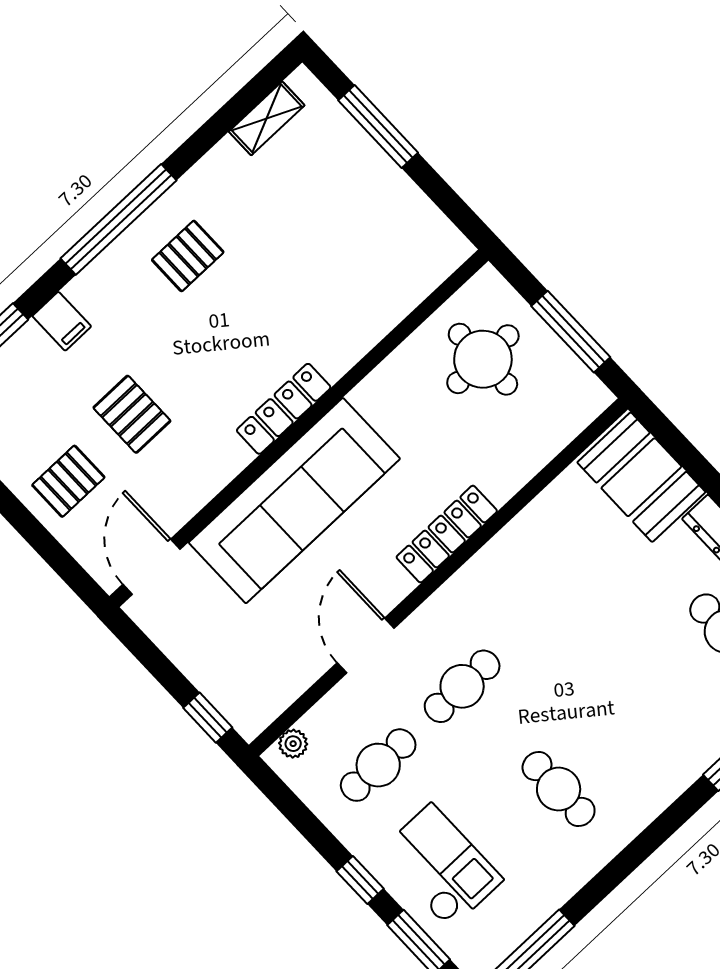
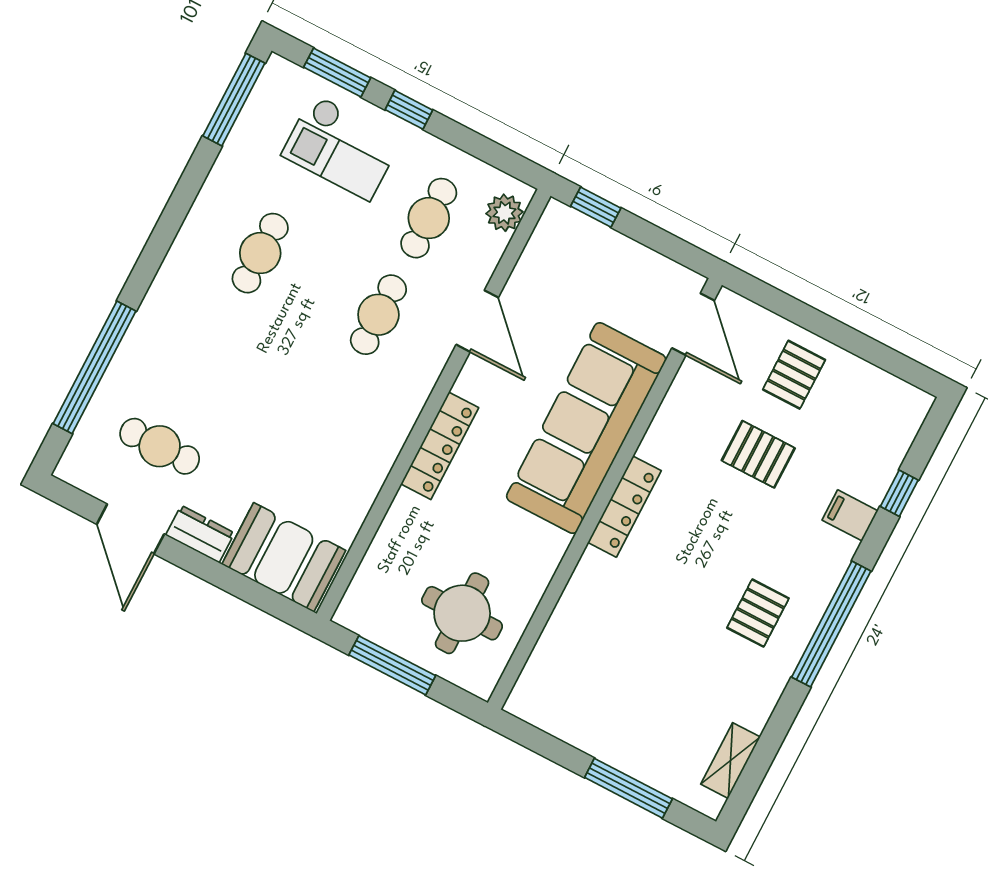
plant: (293, 744) -> (504, 213), width x1.38, depth x1.38
cafe table: (559, 789) -> (260, 253), turned 90

